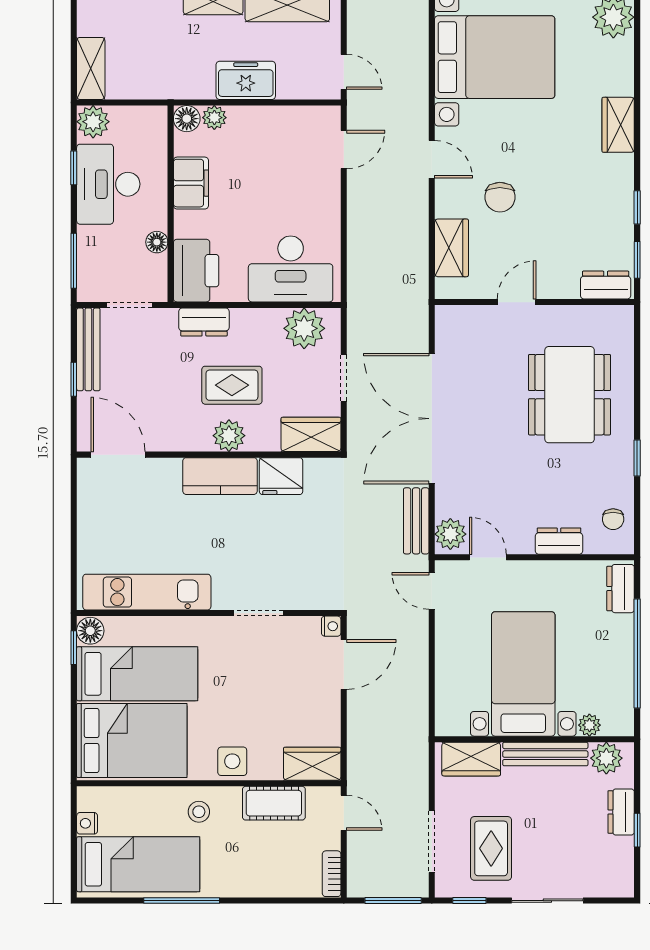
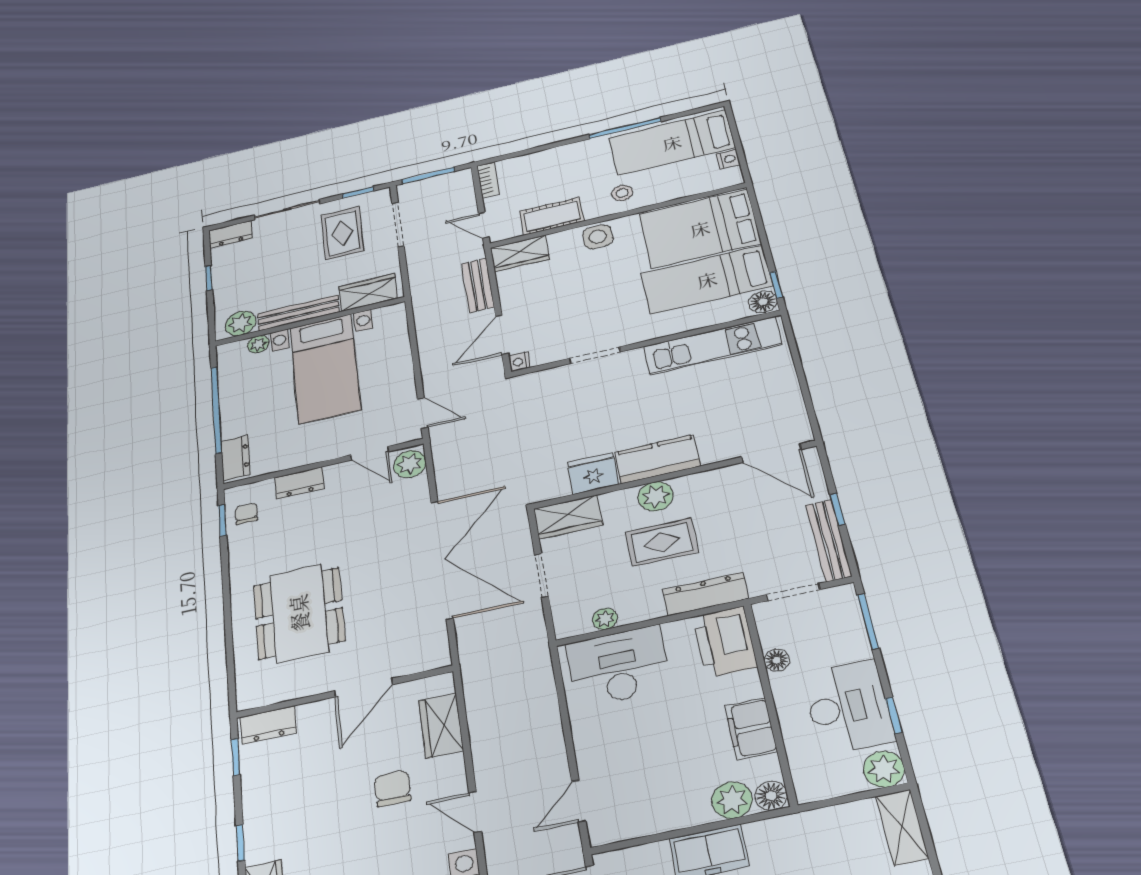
plant: (214, 118) -> (732, 800), width x1.38, depth x1.38
window: (637, 207) -> (240, 843), moved
door: (517, 302) -> (363, 688), width x1.37
dresser: (204, 322) -> (705, 594), width x1.44
plant: (304, 328) -> (605, 619), width x0.53, depth x0.53
window: (637, 458) -> (222, 520), moved
bench: (416, 521) -> (478, 285), moved
dresser: (621, 812) -> (230, 234), moved, turned 90

